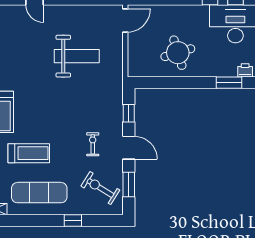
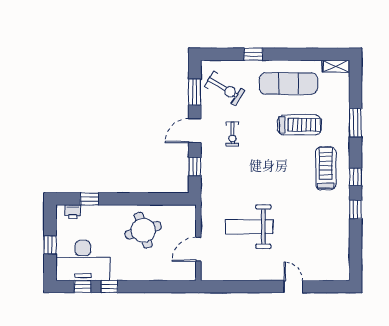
door: (125, 21) -> (198, 249), moved
window: (229, 83) -> (90, 199), width x0.67
door: (129, 148) -> (195, 131), hinge flipped
treadmill: (29, 153) -> (299, 125), turned 180

